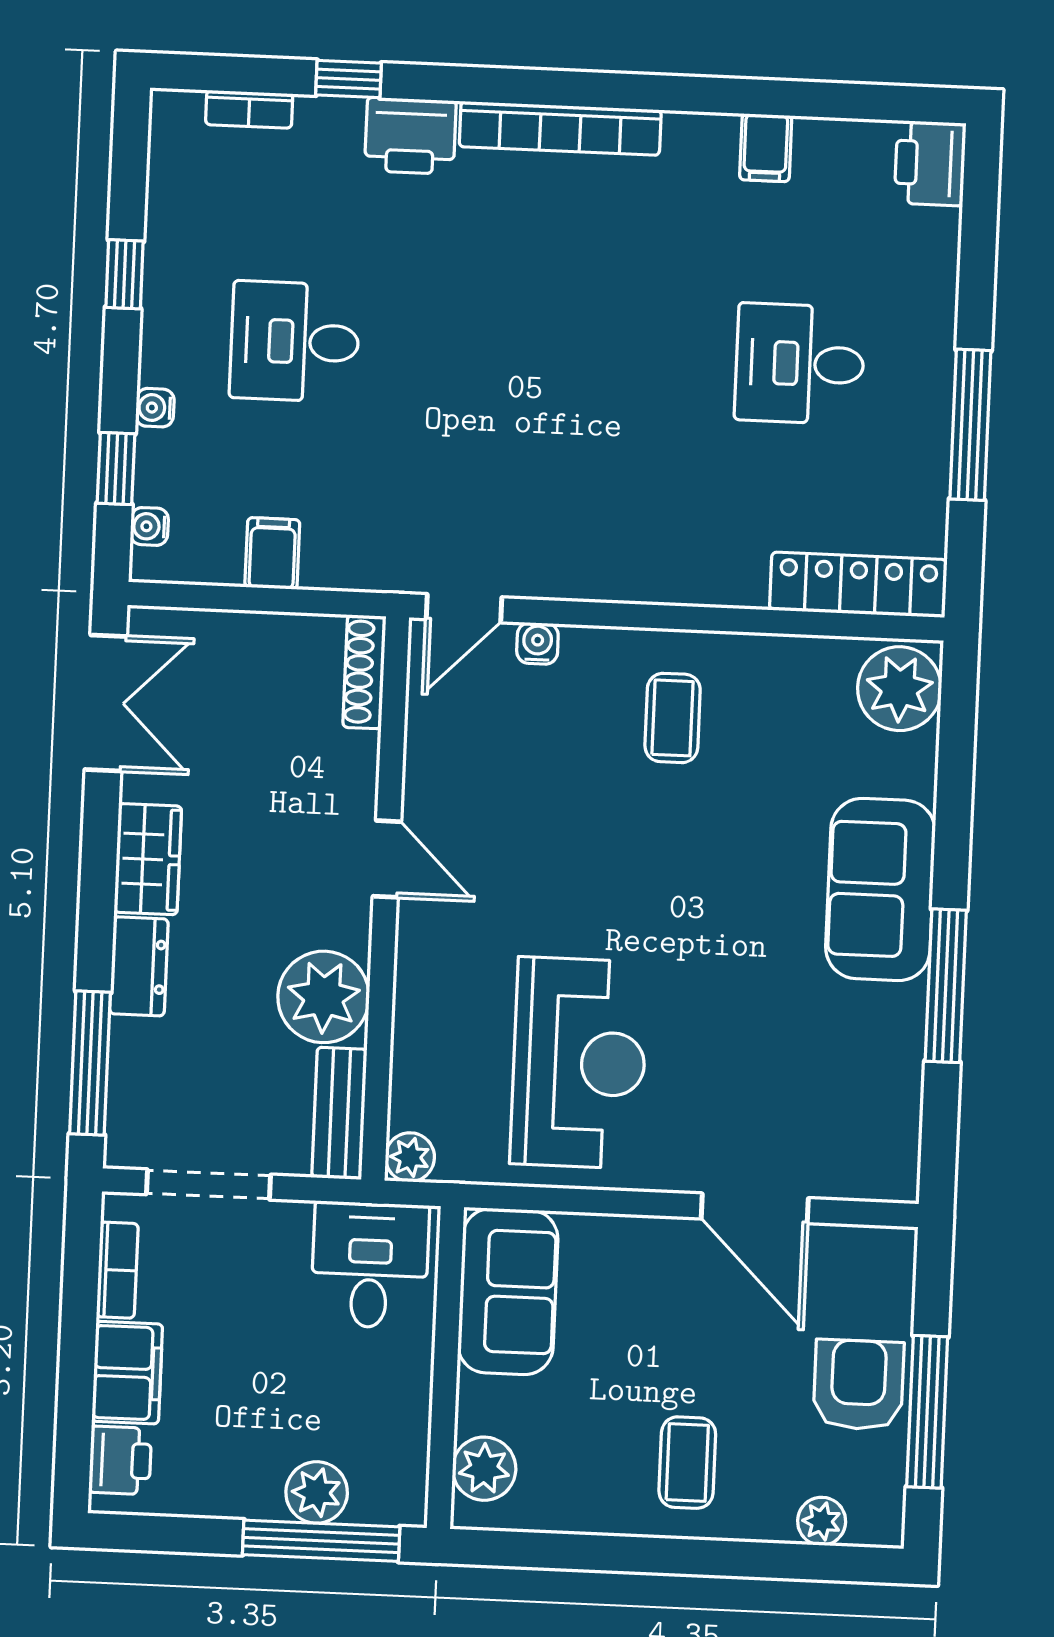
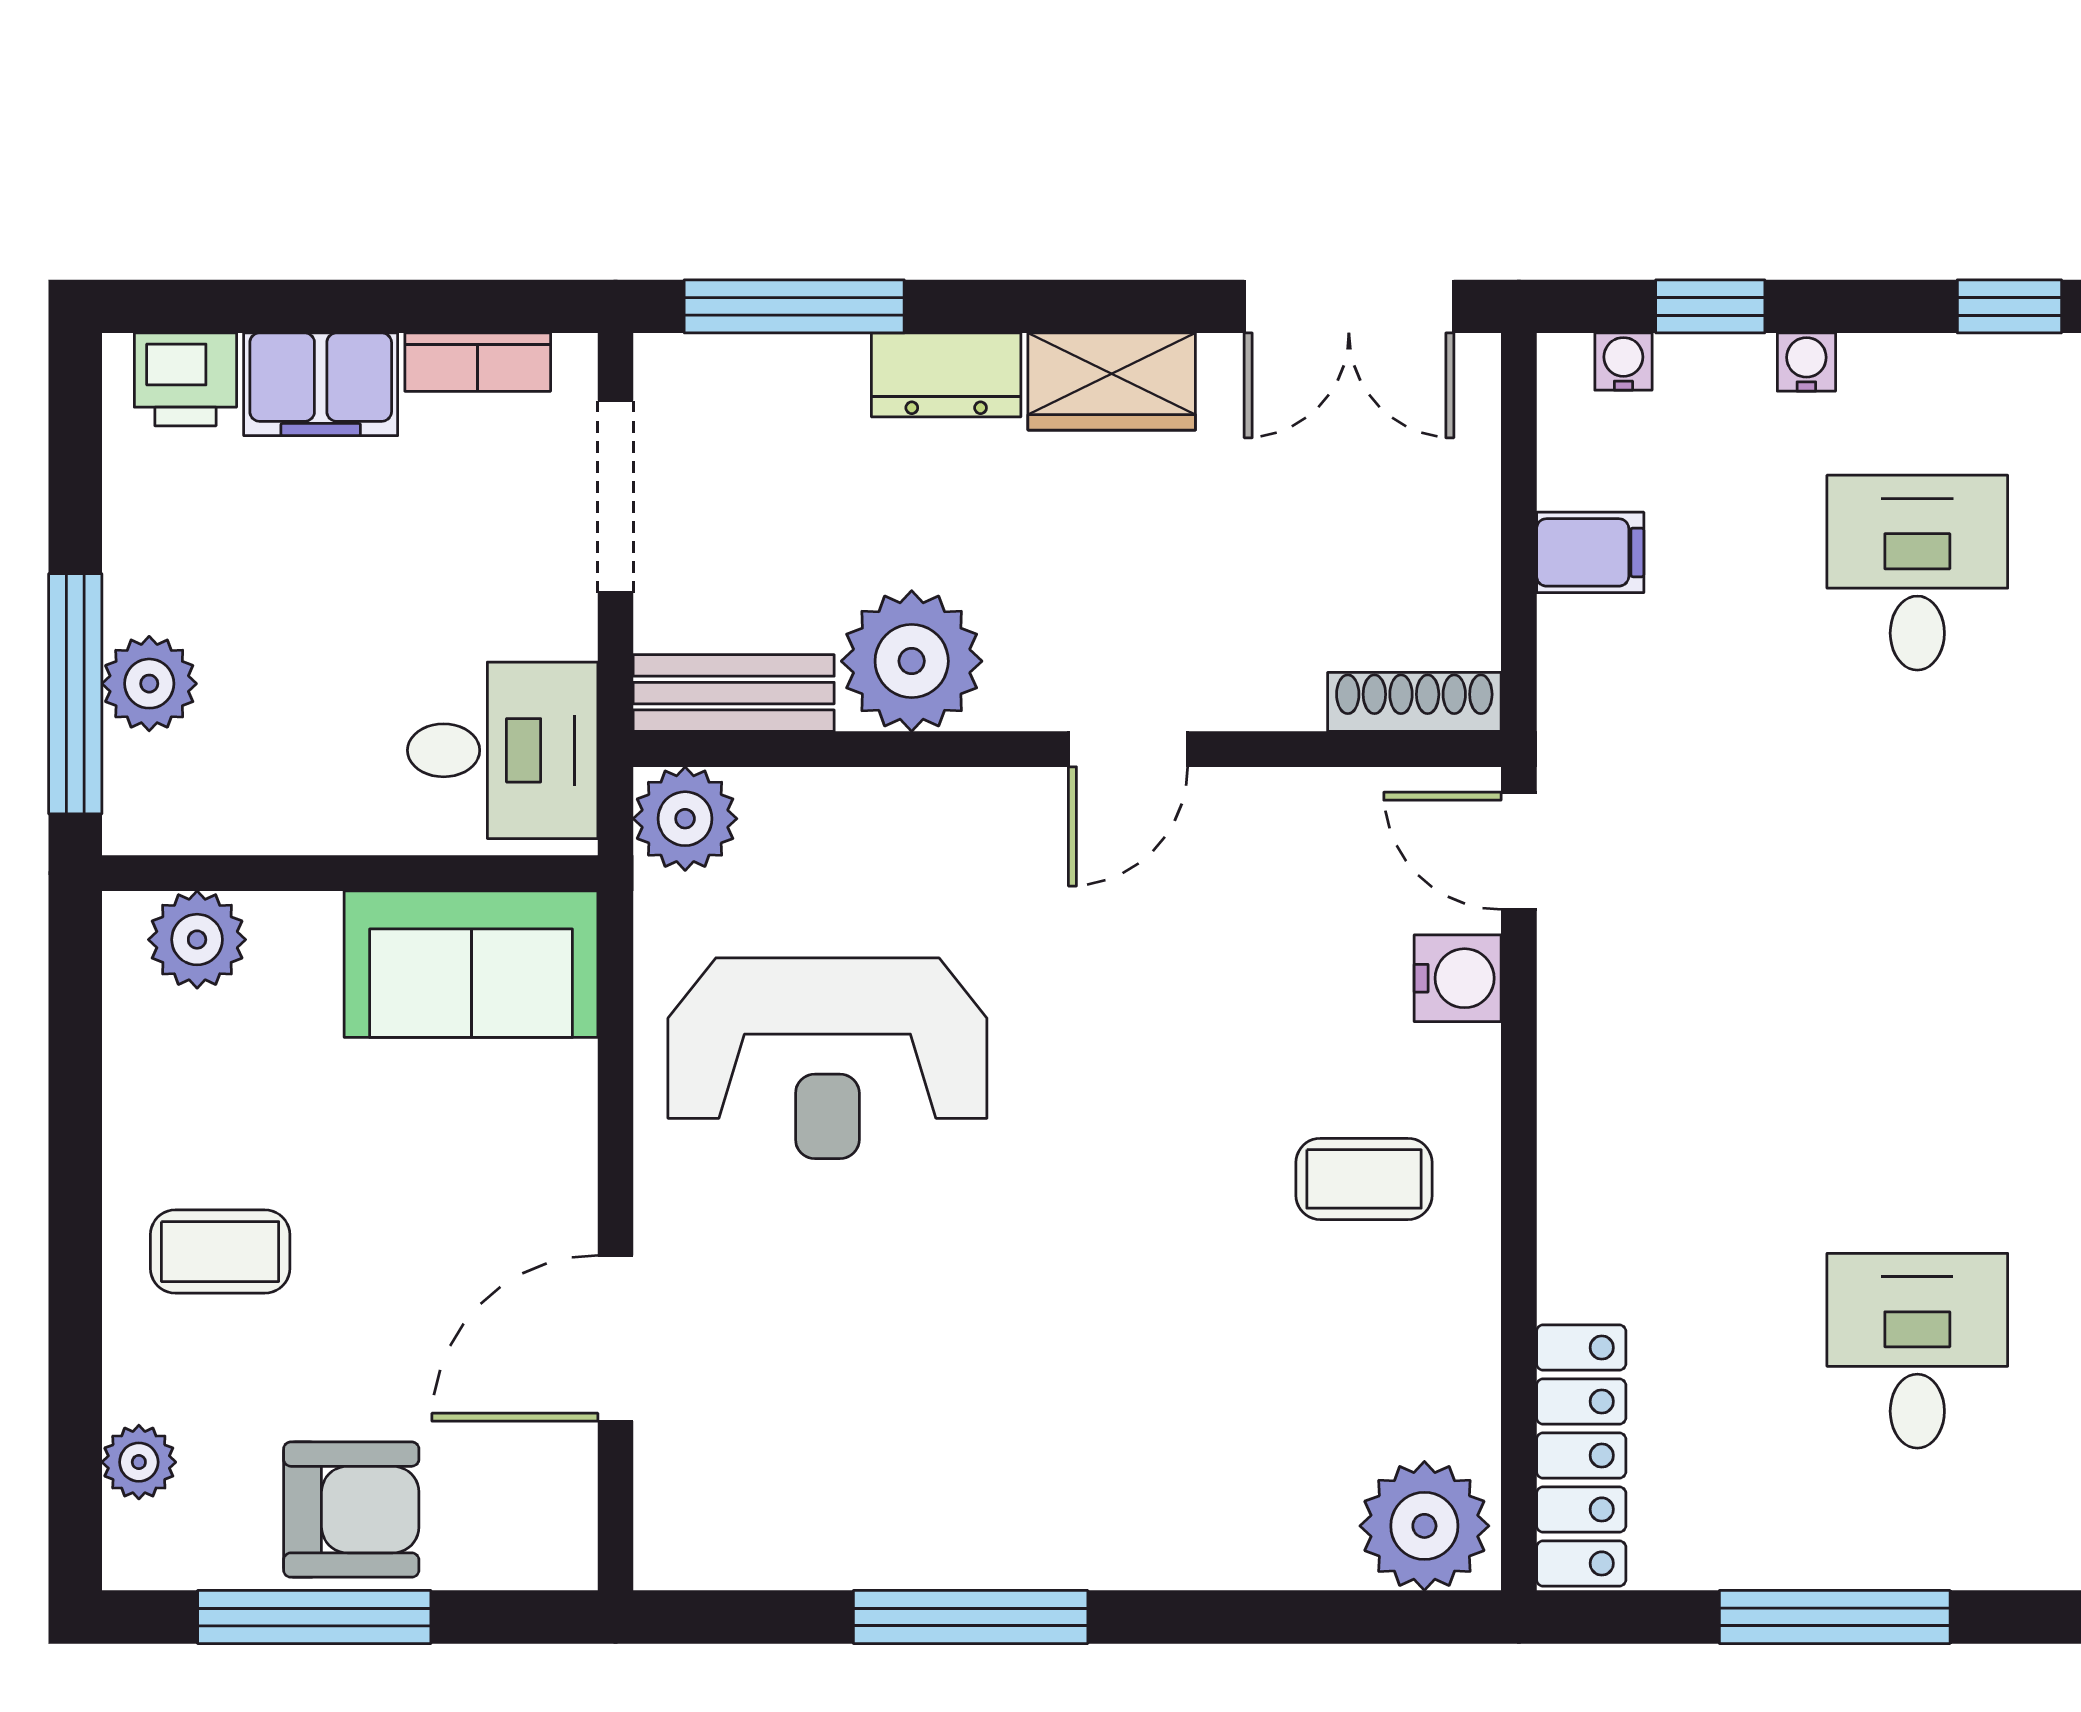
water cooler: (537, 643) -> (1458, 978), width x1.38, depth x1.38
sofa: (880, 889) -> (1114, 1510), removed
plant: (410, 1157) -> (685, 819), width x1.38, depth x1.38

